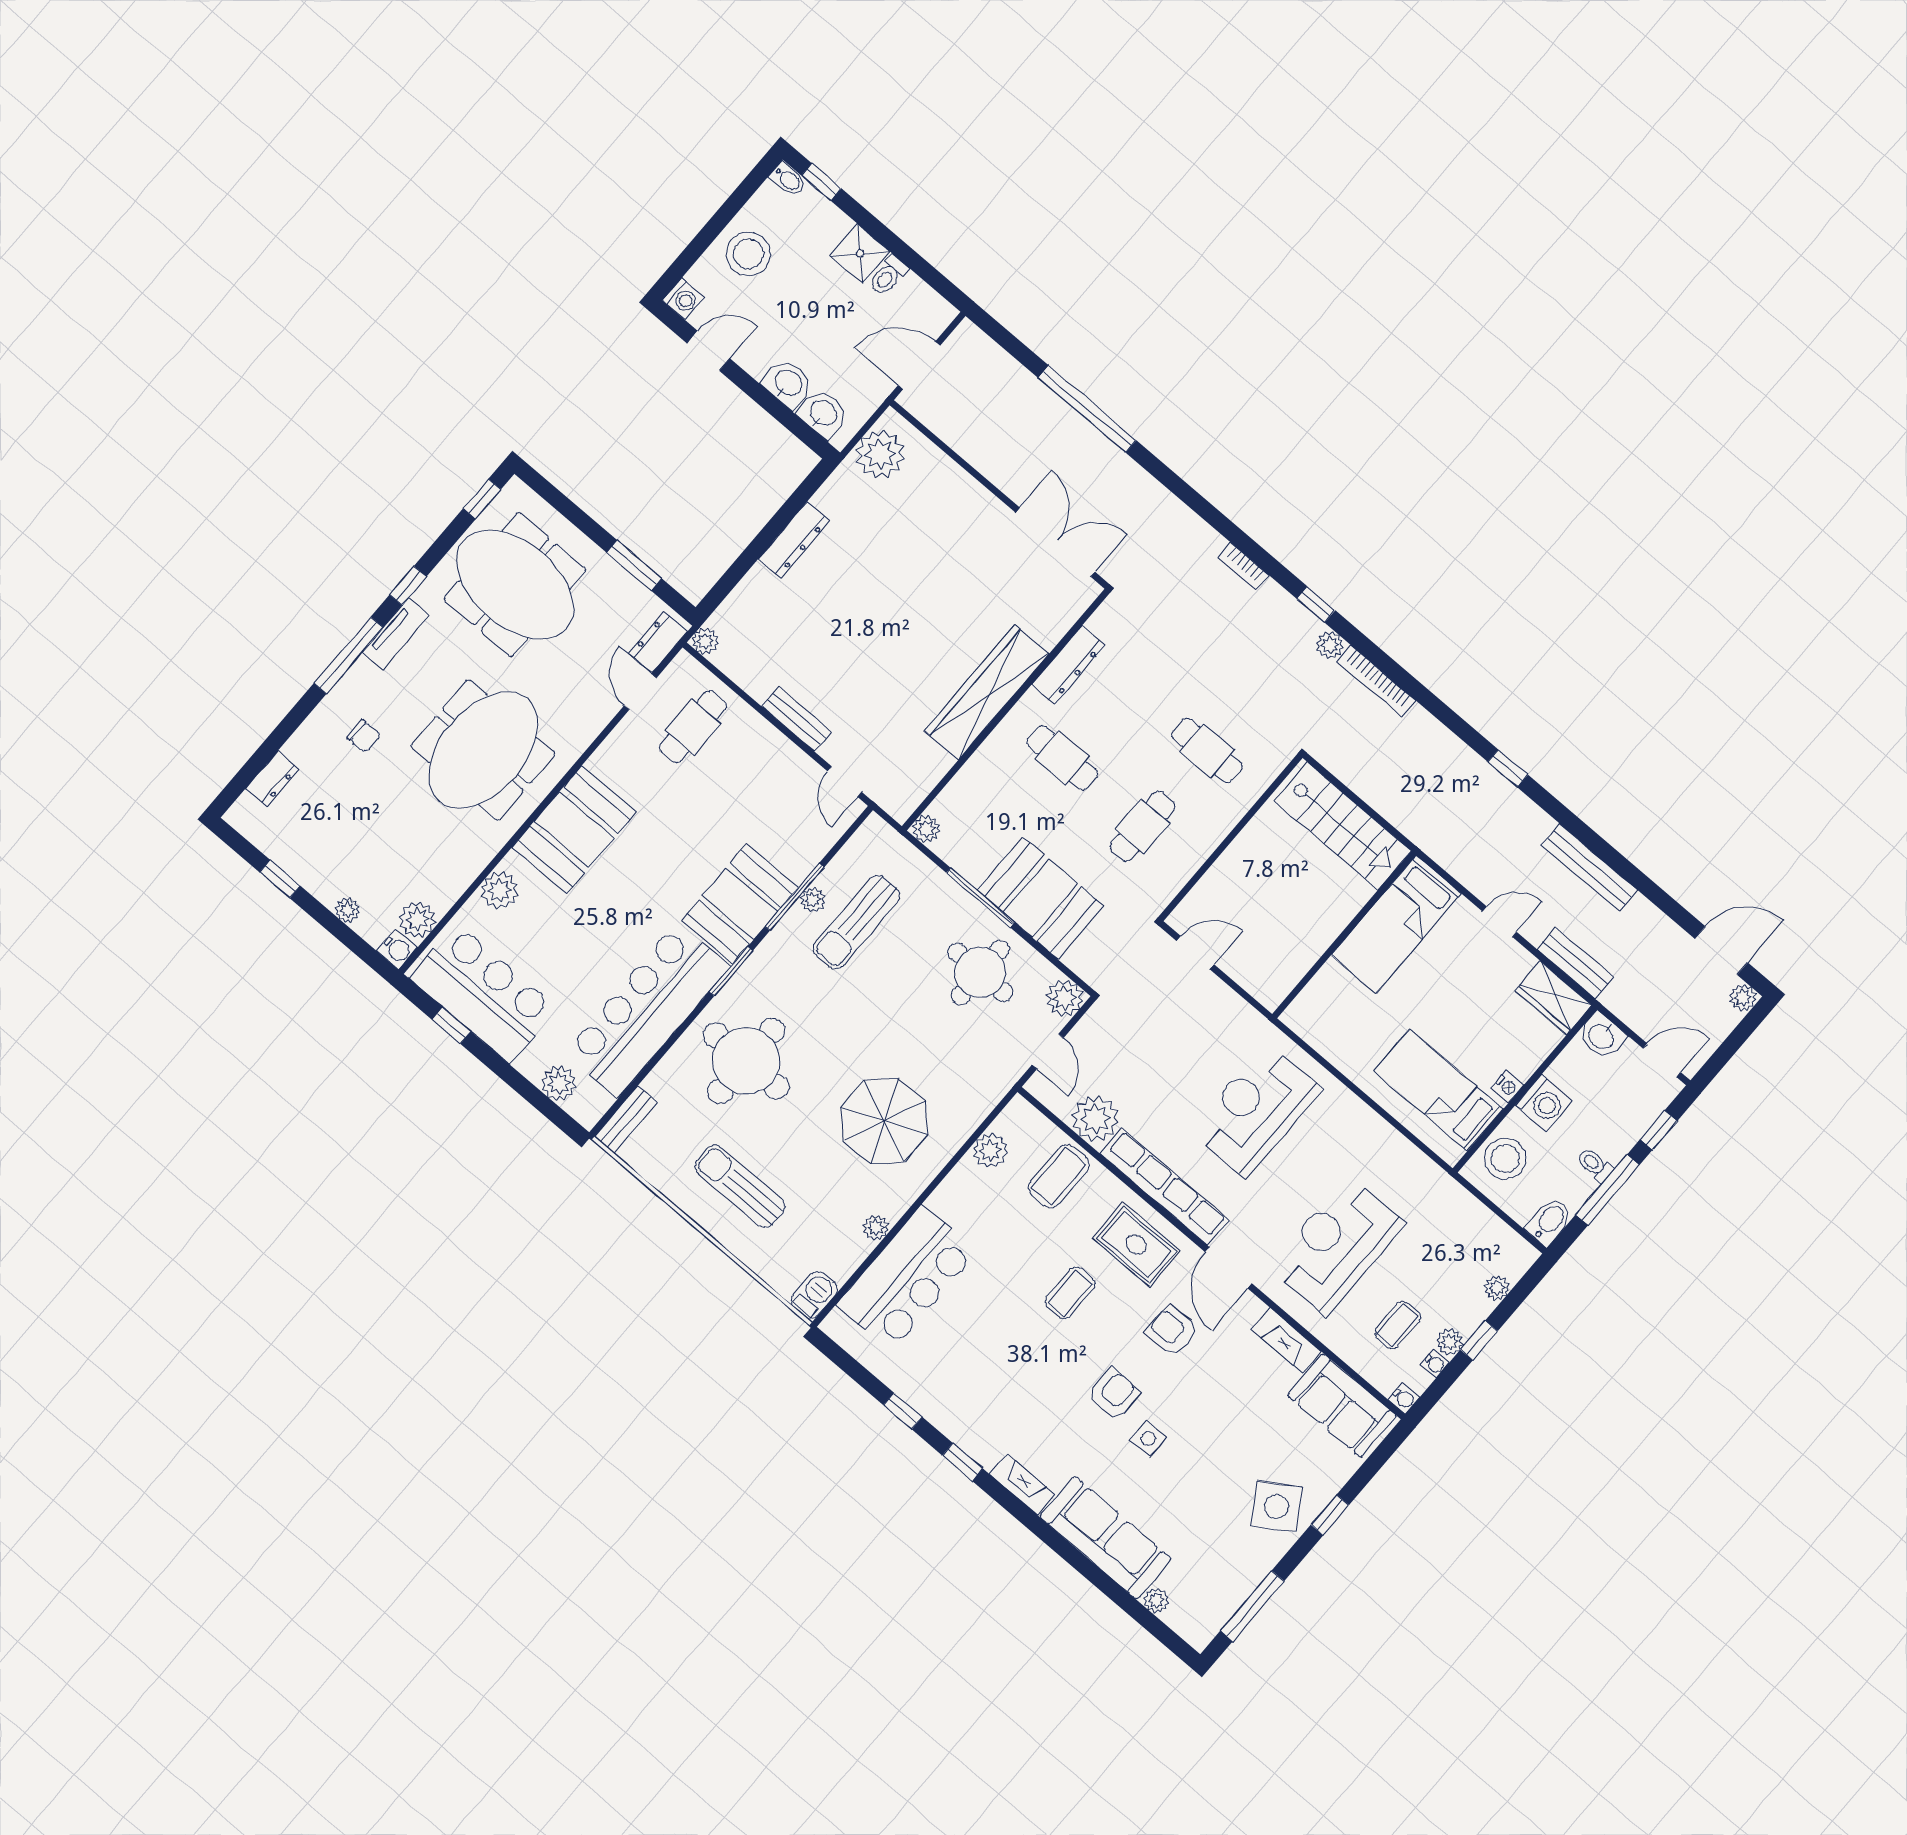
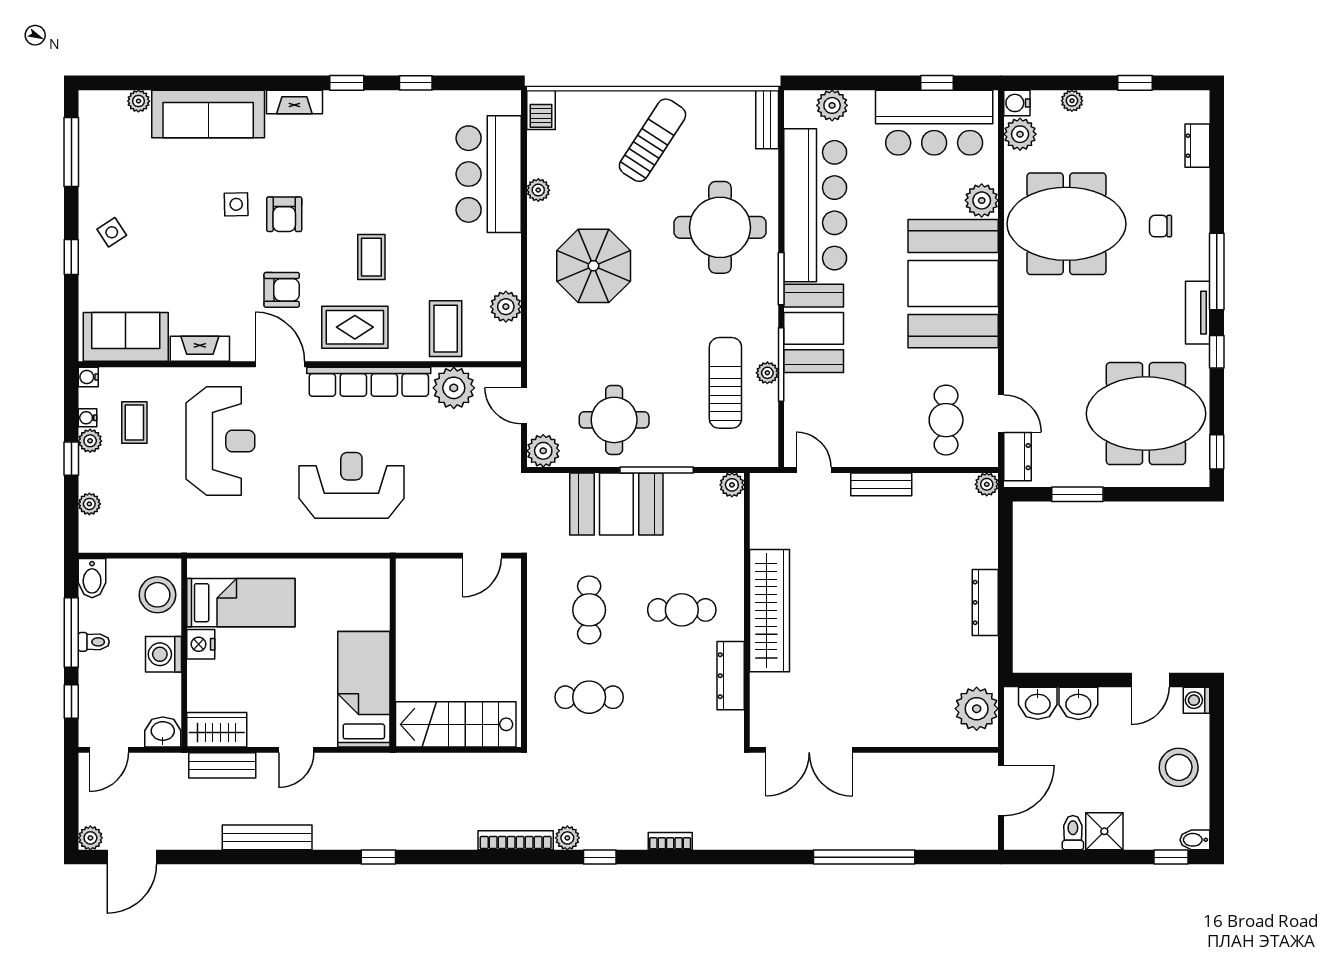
meeting table: (483, 750) -> (1066, 224), moved, turned 90
booth: (574, 830) -> (953, 284), width x1.36, depth x1.42
nightstand: (1507, 1087) -> (201, 644), width x1.39, depth x1.35
reception desk: (1256, 1110) -> (351, 485), turned -90
sun lounger: (740, 1186) -> (653, 140), turned -57
side table: (1277, 1506) -> (112, 232), width x0.54, depth x0.54

